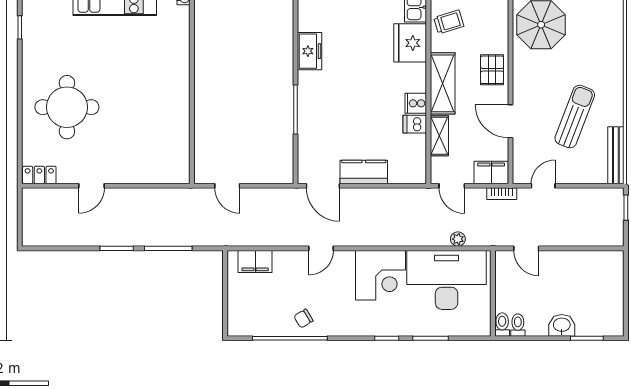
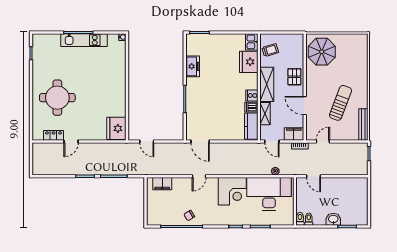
fridge: (173, 162) -> (116, 128), added
kitchen counter: (364, 172) -> (251, 126), moved, turned -90
locker: (39, 175) -> (53, 135), moved

